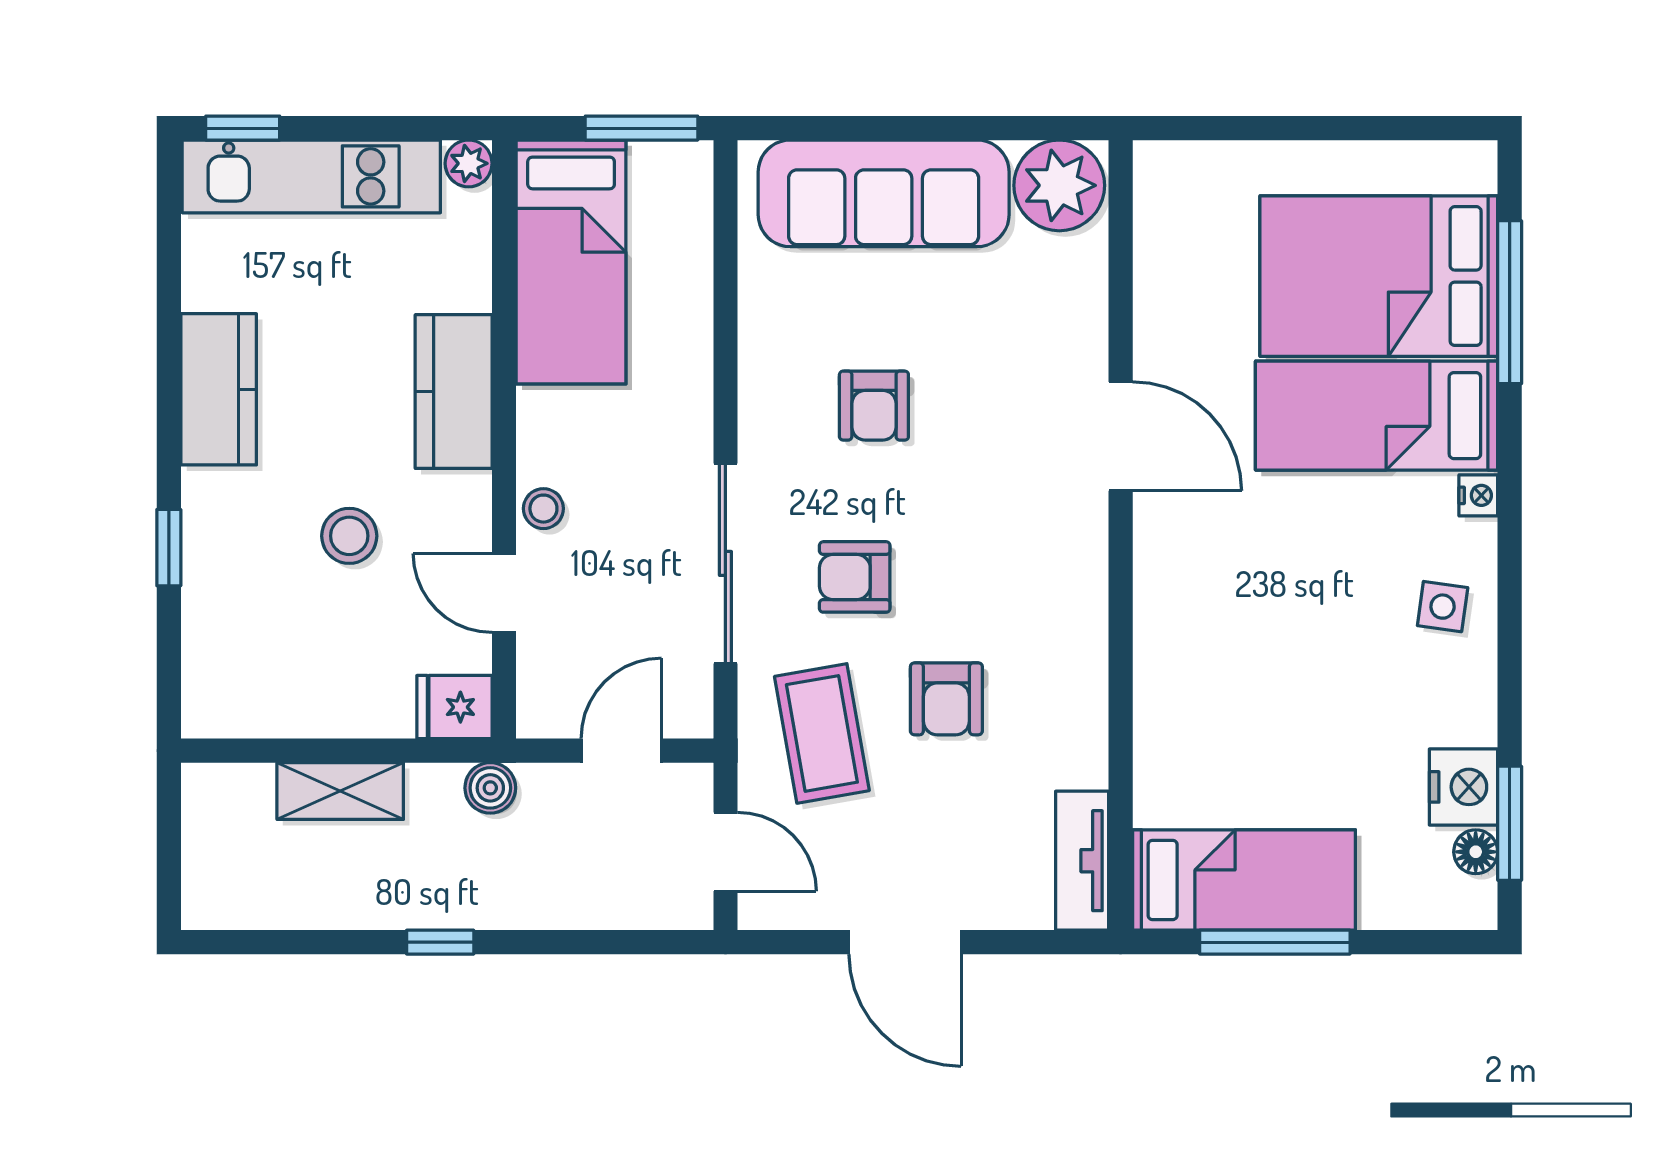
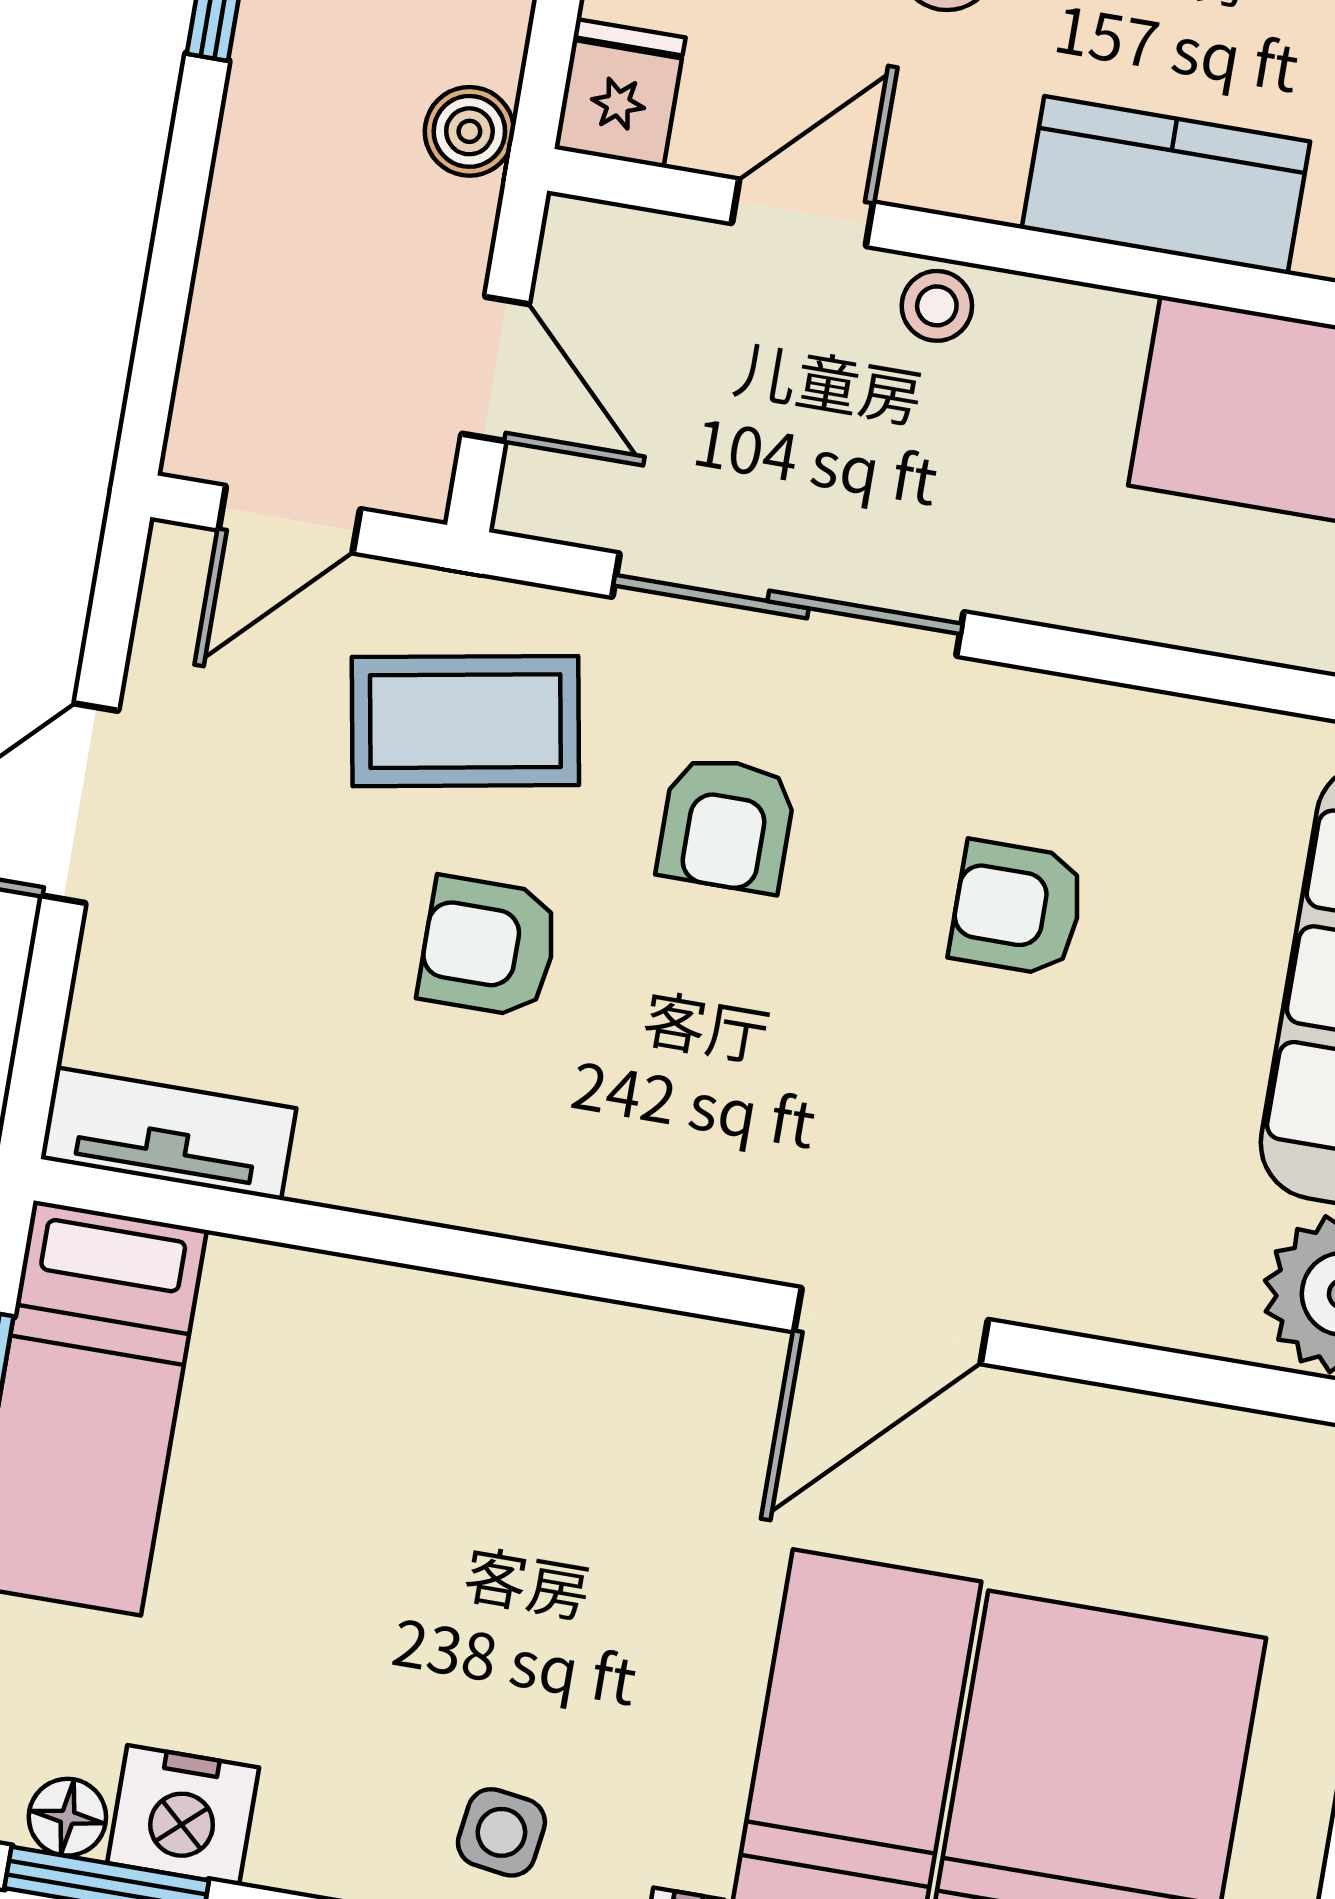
armchair: (855, 577) -> (726, 824), turned 180

